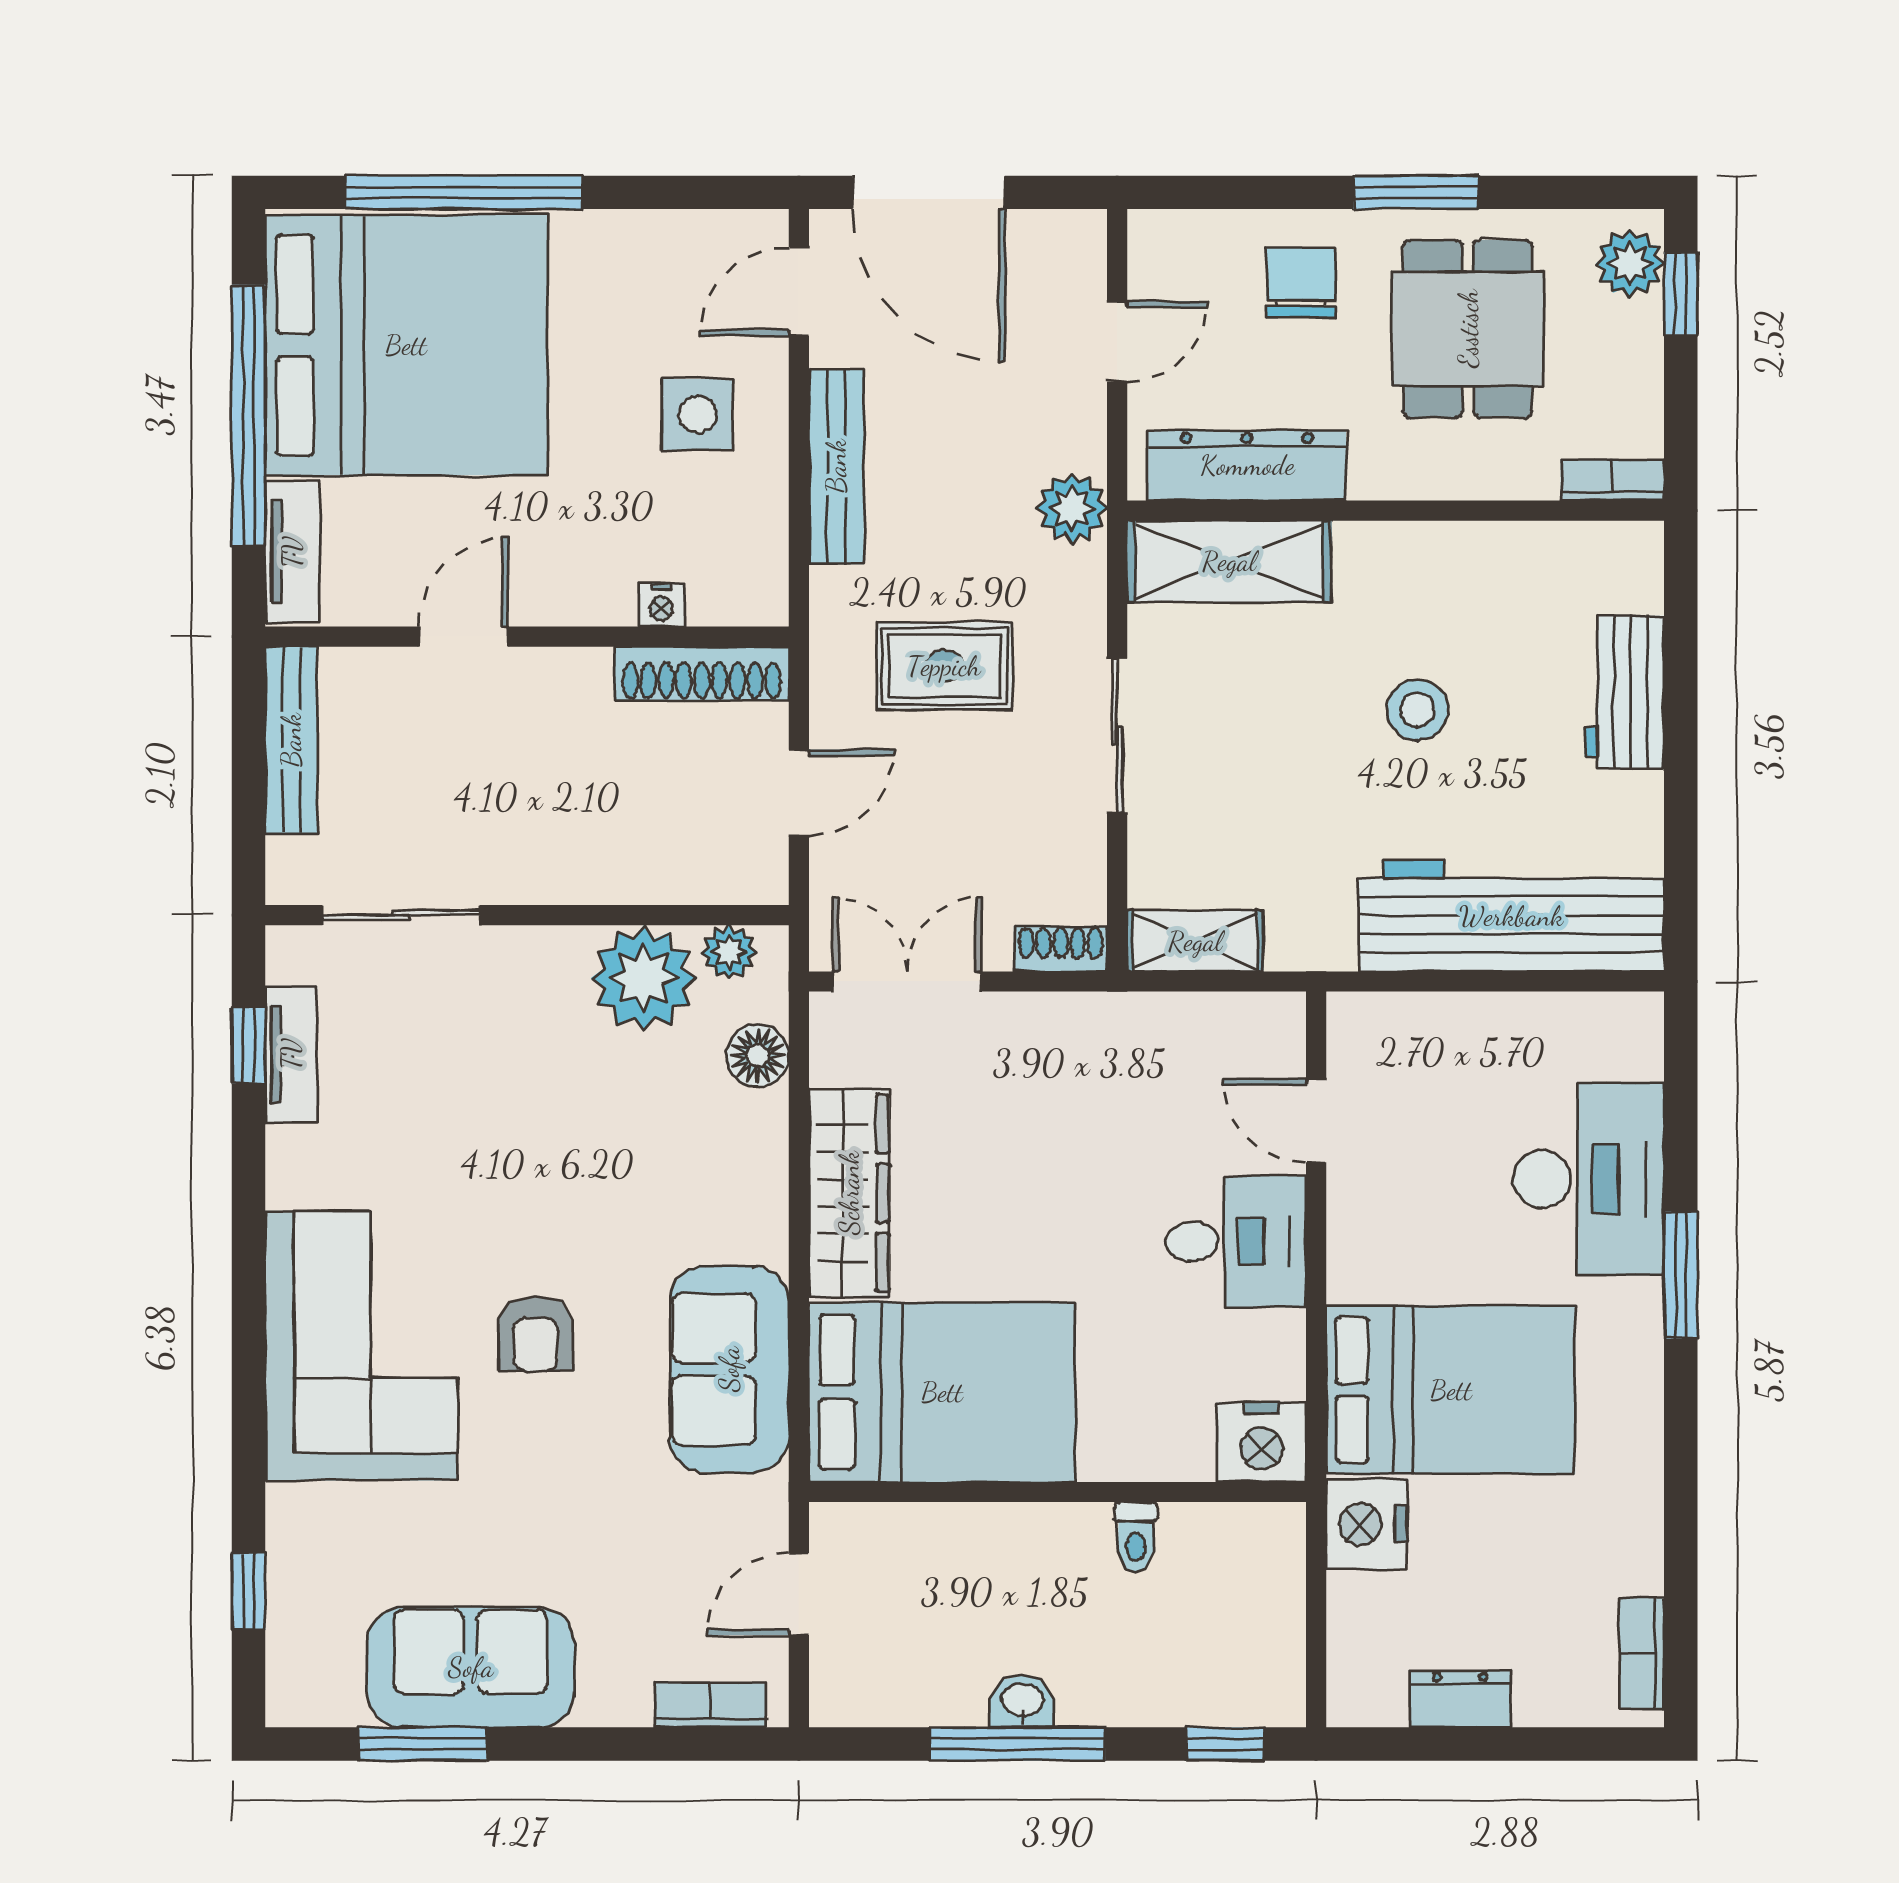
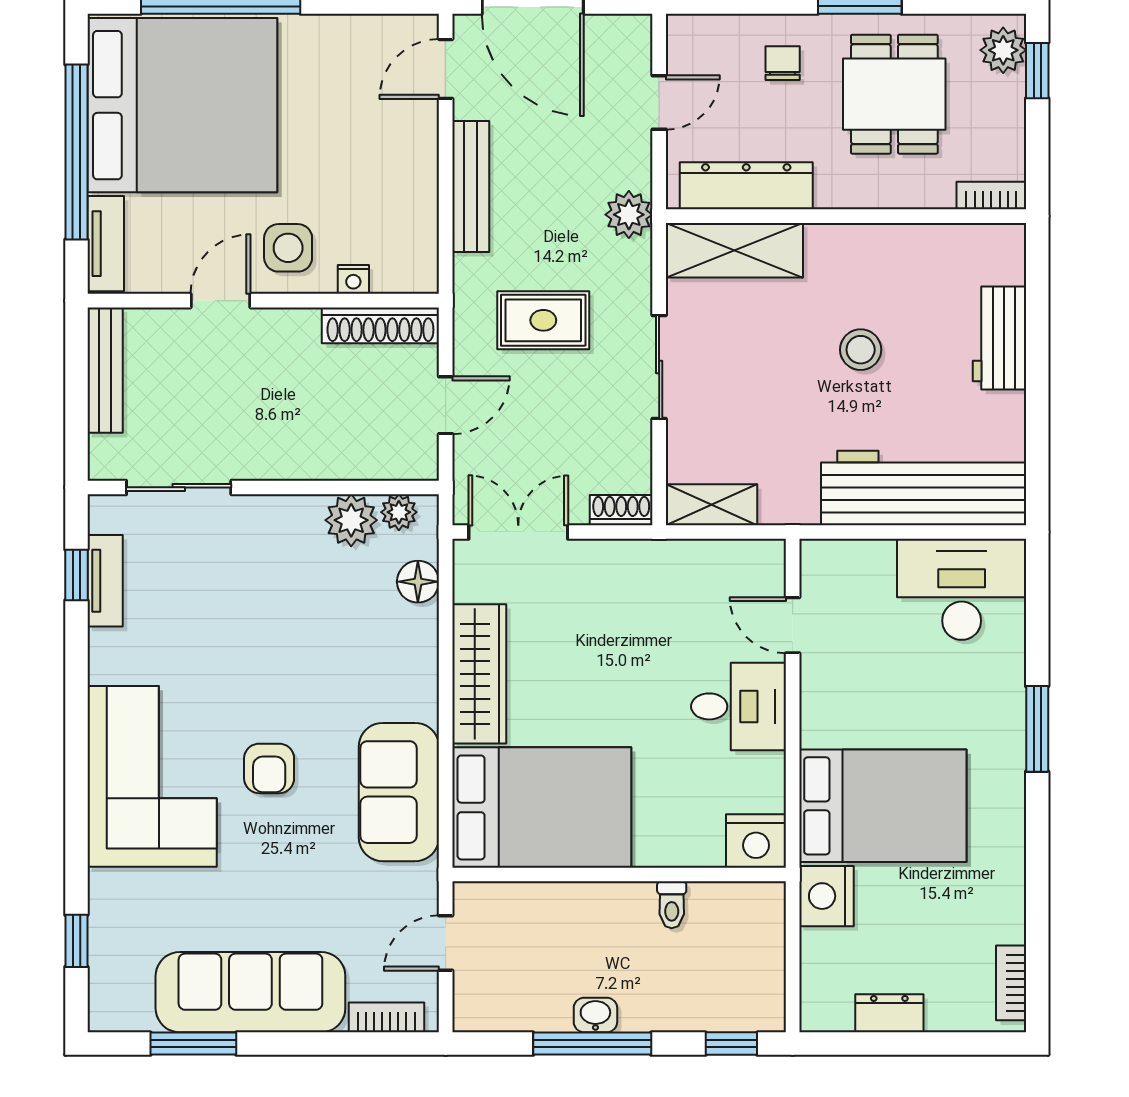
chair: (1301, 283) -> (783, 63), width x0.73, depth x0.73
side table: (697, 414) -> (288, 248), moved
plant: (644, 978) -> (351, 520), width x0.73, depth x0.73
desk: (1589, 1179) -> (962, 589), moved, turned -90
sofa: (471, 1667) -> (250, 992), width x1.36

